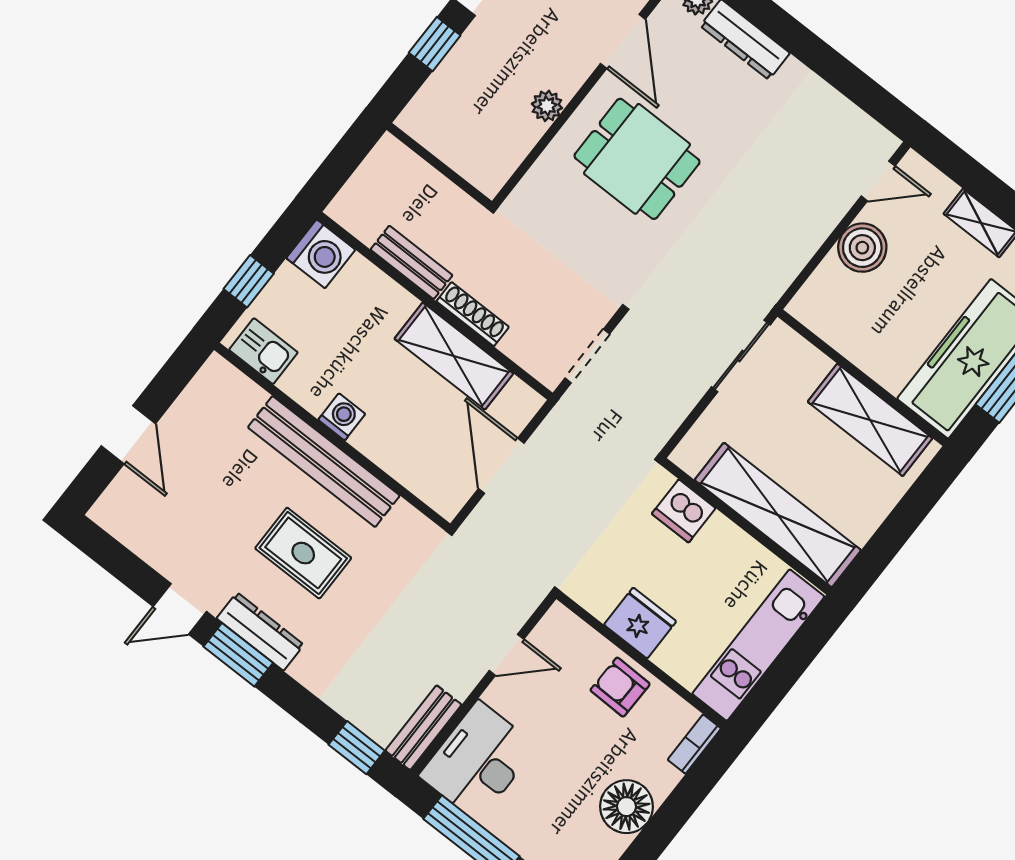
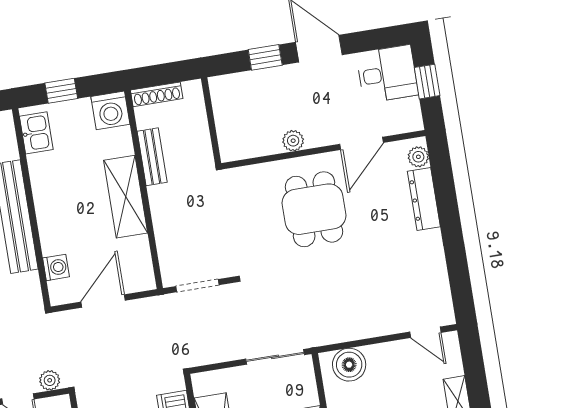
boiler: (862, 248) -> (349, 365), moved
shoe rack: (473, 314) -> (157, 94), moved, turned 90
shelving: (454, 356) -> (126, 197), moved
washing machine: (342, 417) -> (56, 267), moved
plant: (522, 604) -> (50, 380), added

